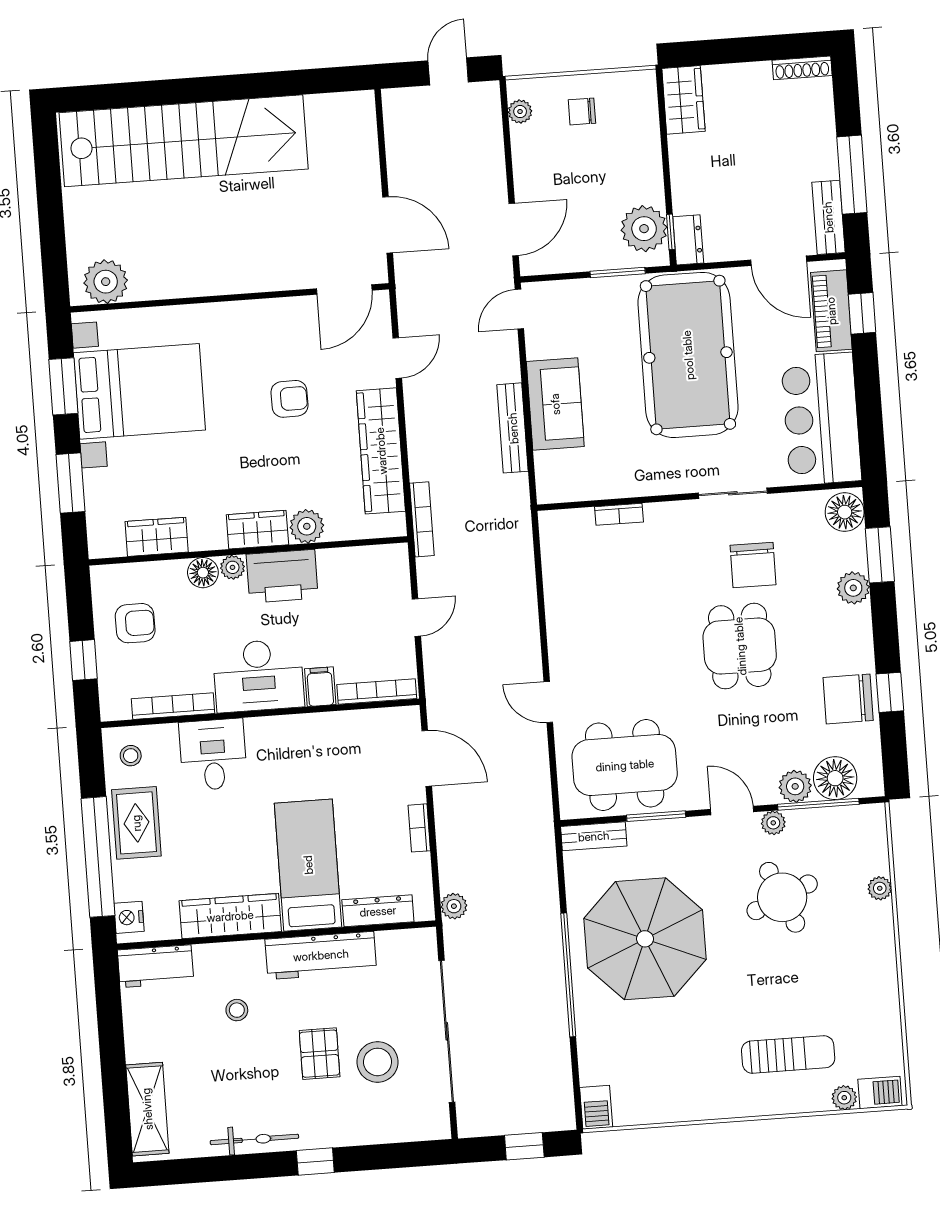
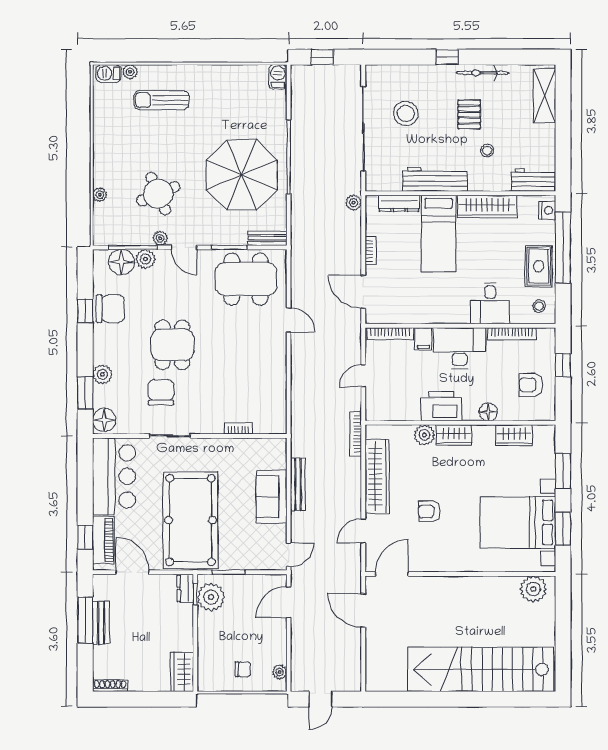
bench: (828, 217) -> (101, 622), moved
plant: (233, 567) -> (470, 414), removed
pallet: (320, 1054) -> (469, 115), moved

